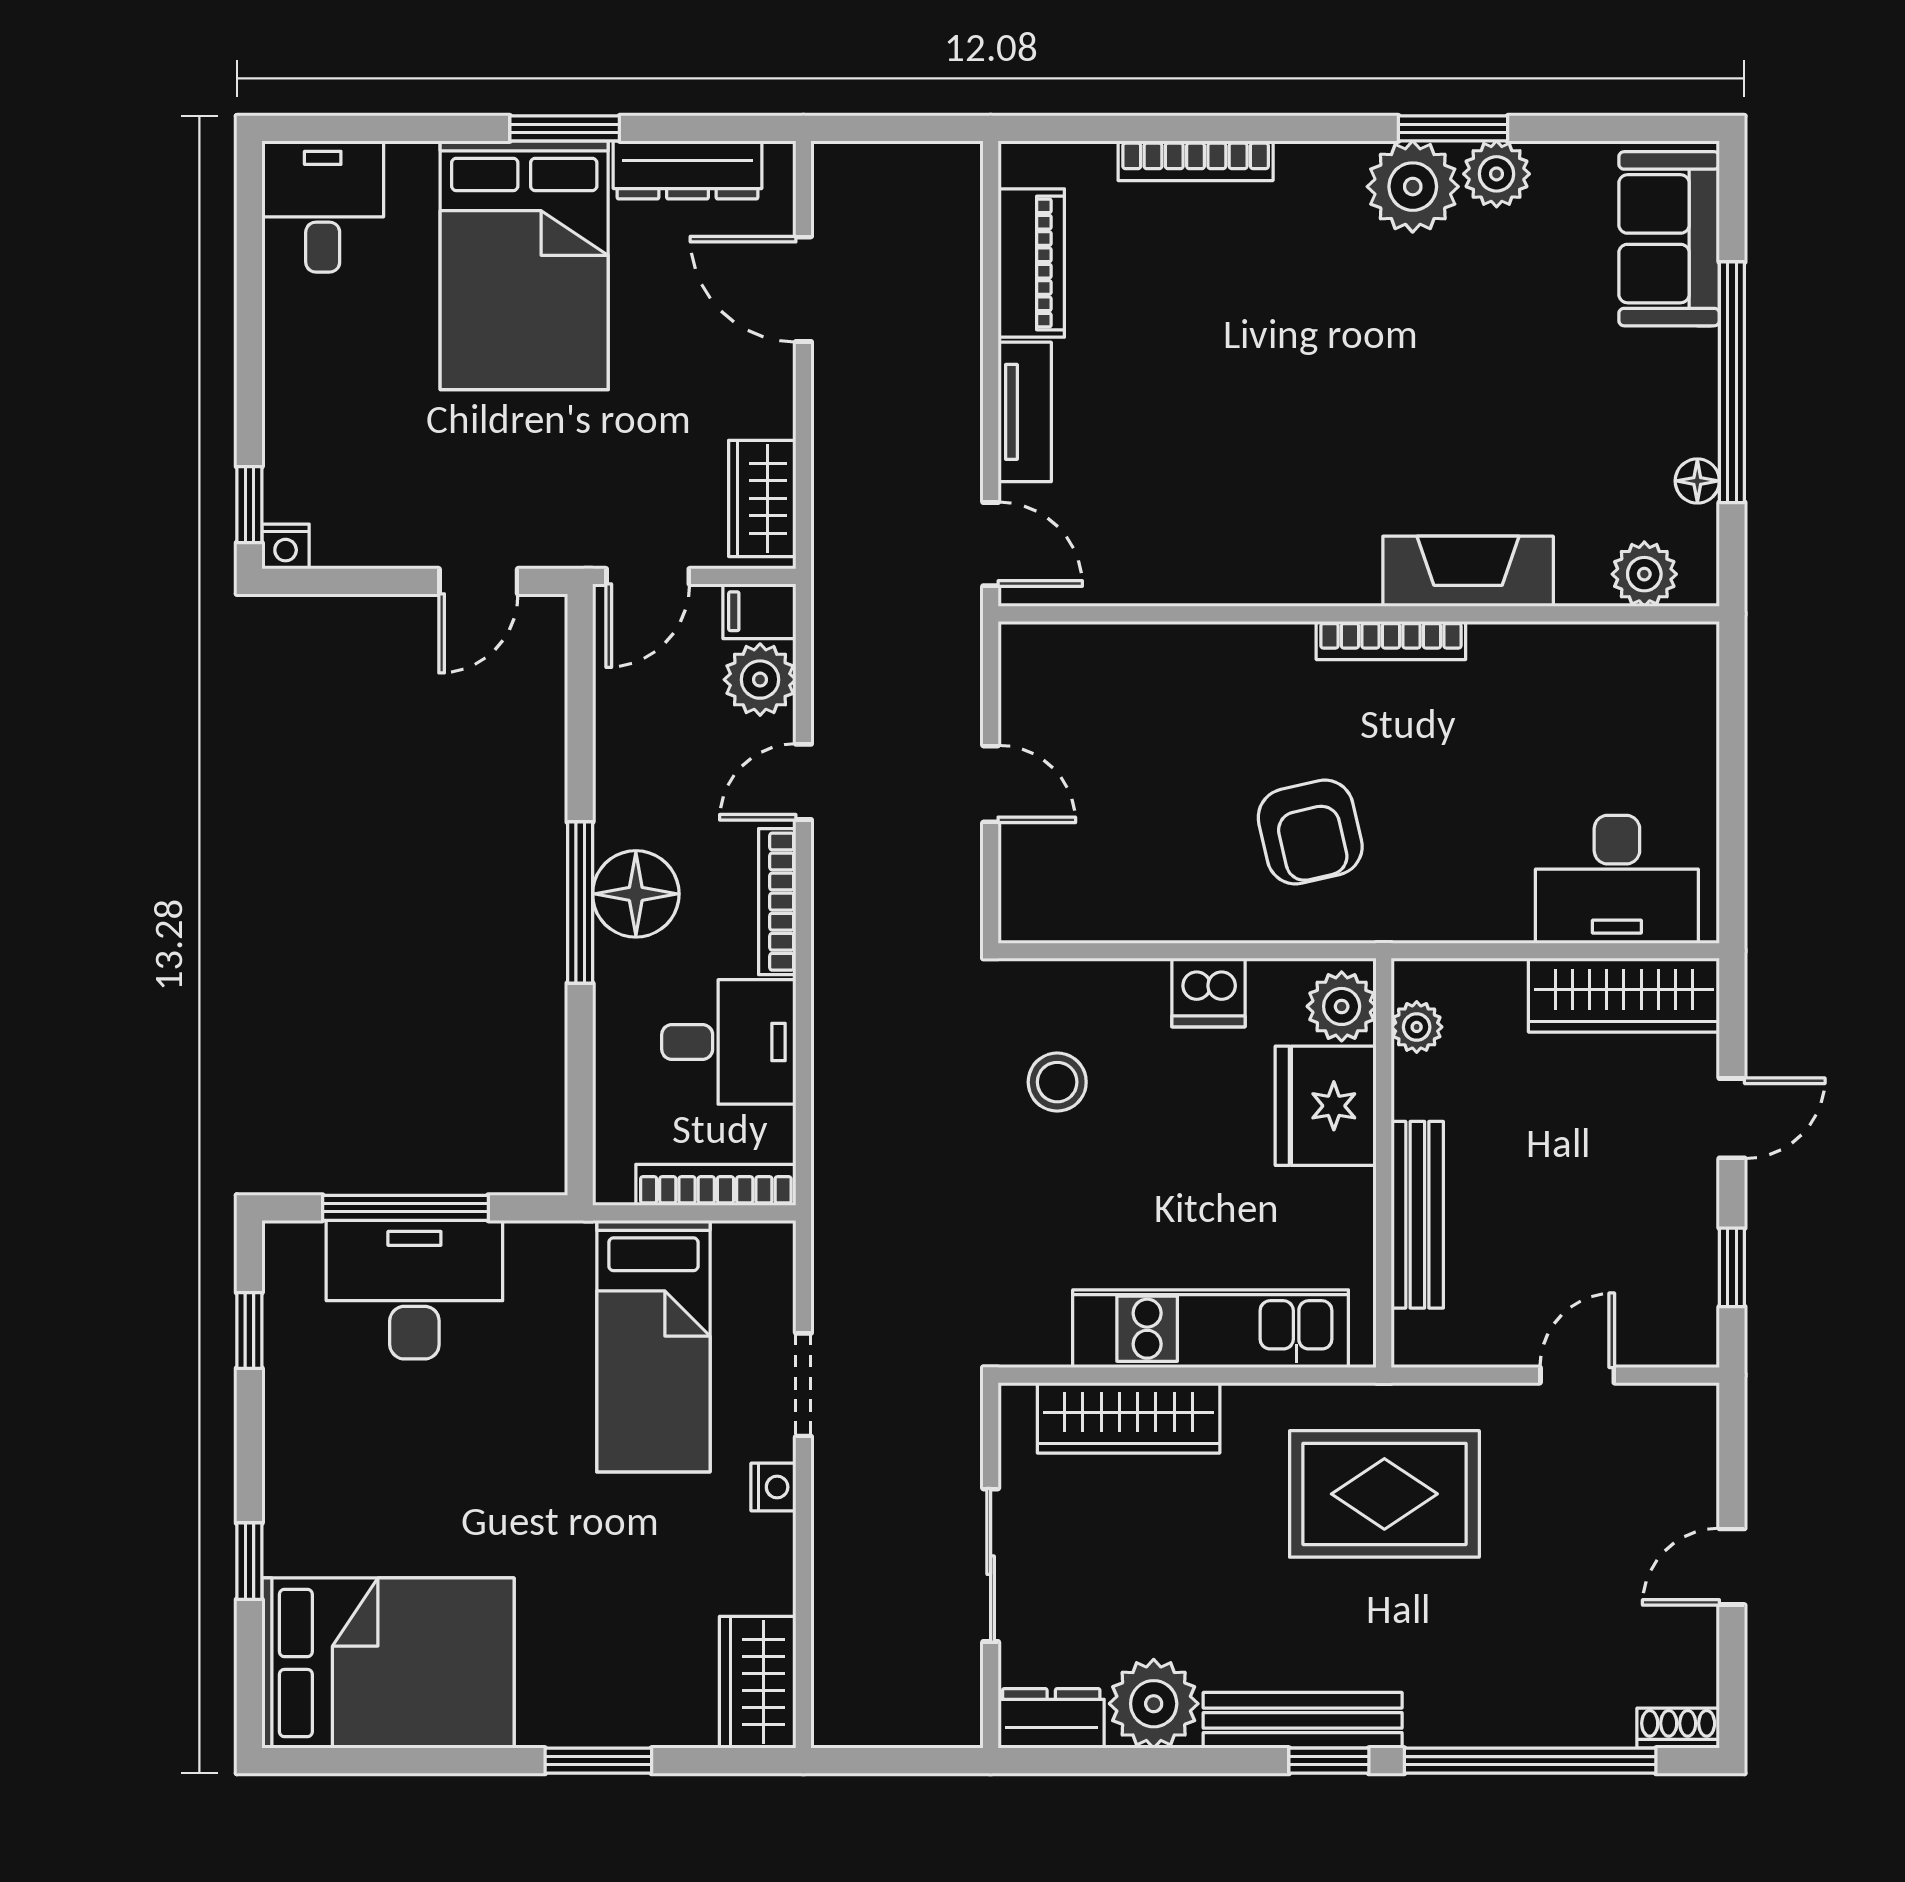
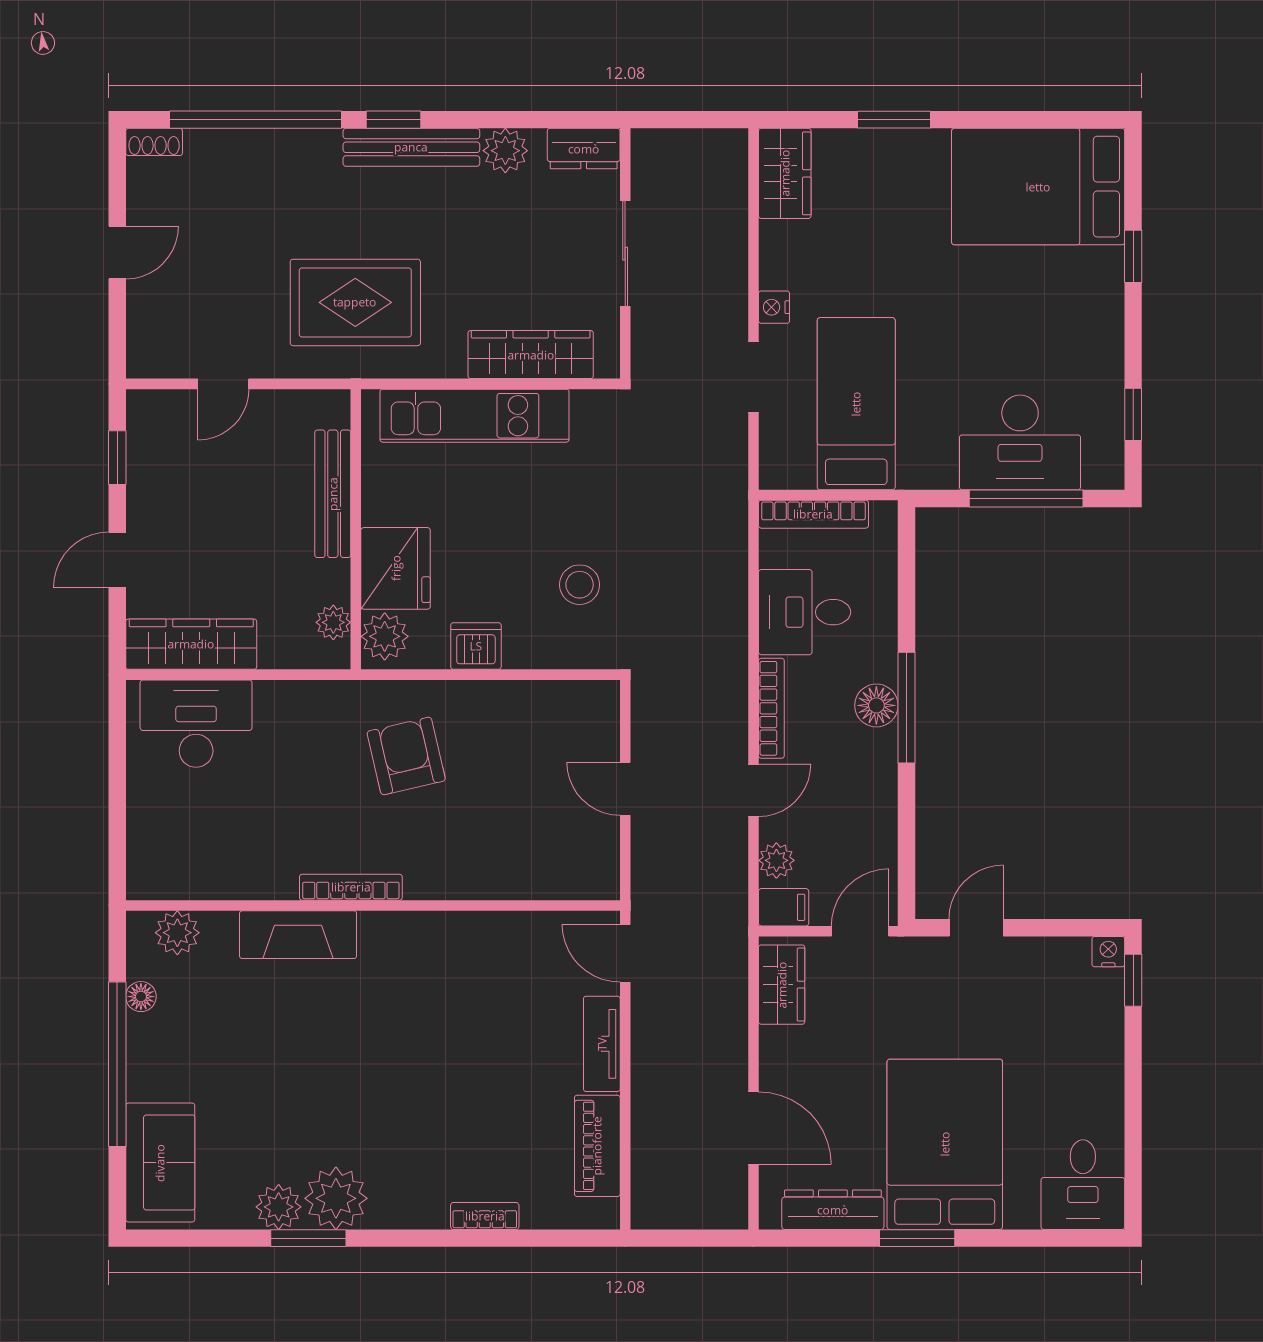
bookcase: (1196, 161) -> (485, 1216), width x0.64
plant: (760, 680) -> (776, 860), width x0.73, depth x0.73
floor lamp: (636, 894) -> (876, 705), width x0.73, depth x0.73
plant: (1154, 1704) -> (505, 151), width x0.73, depth x0.73

